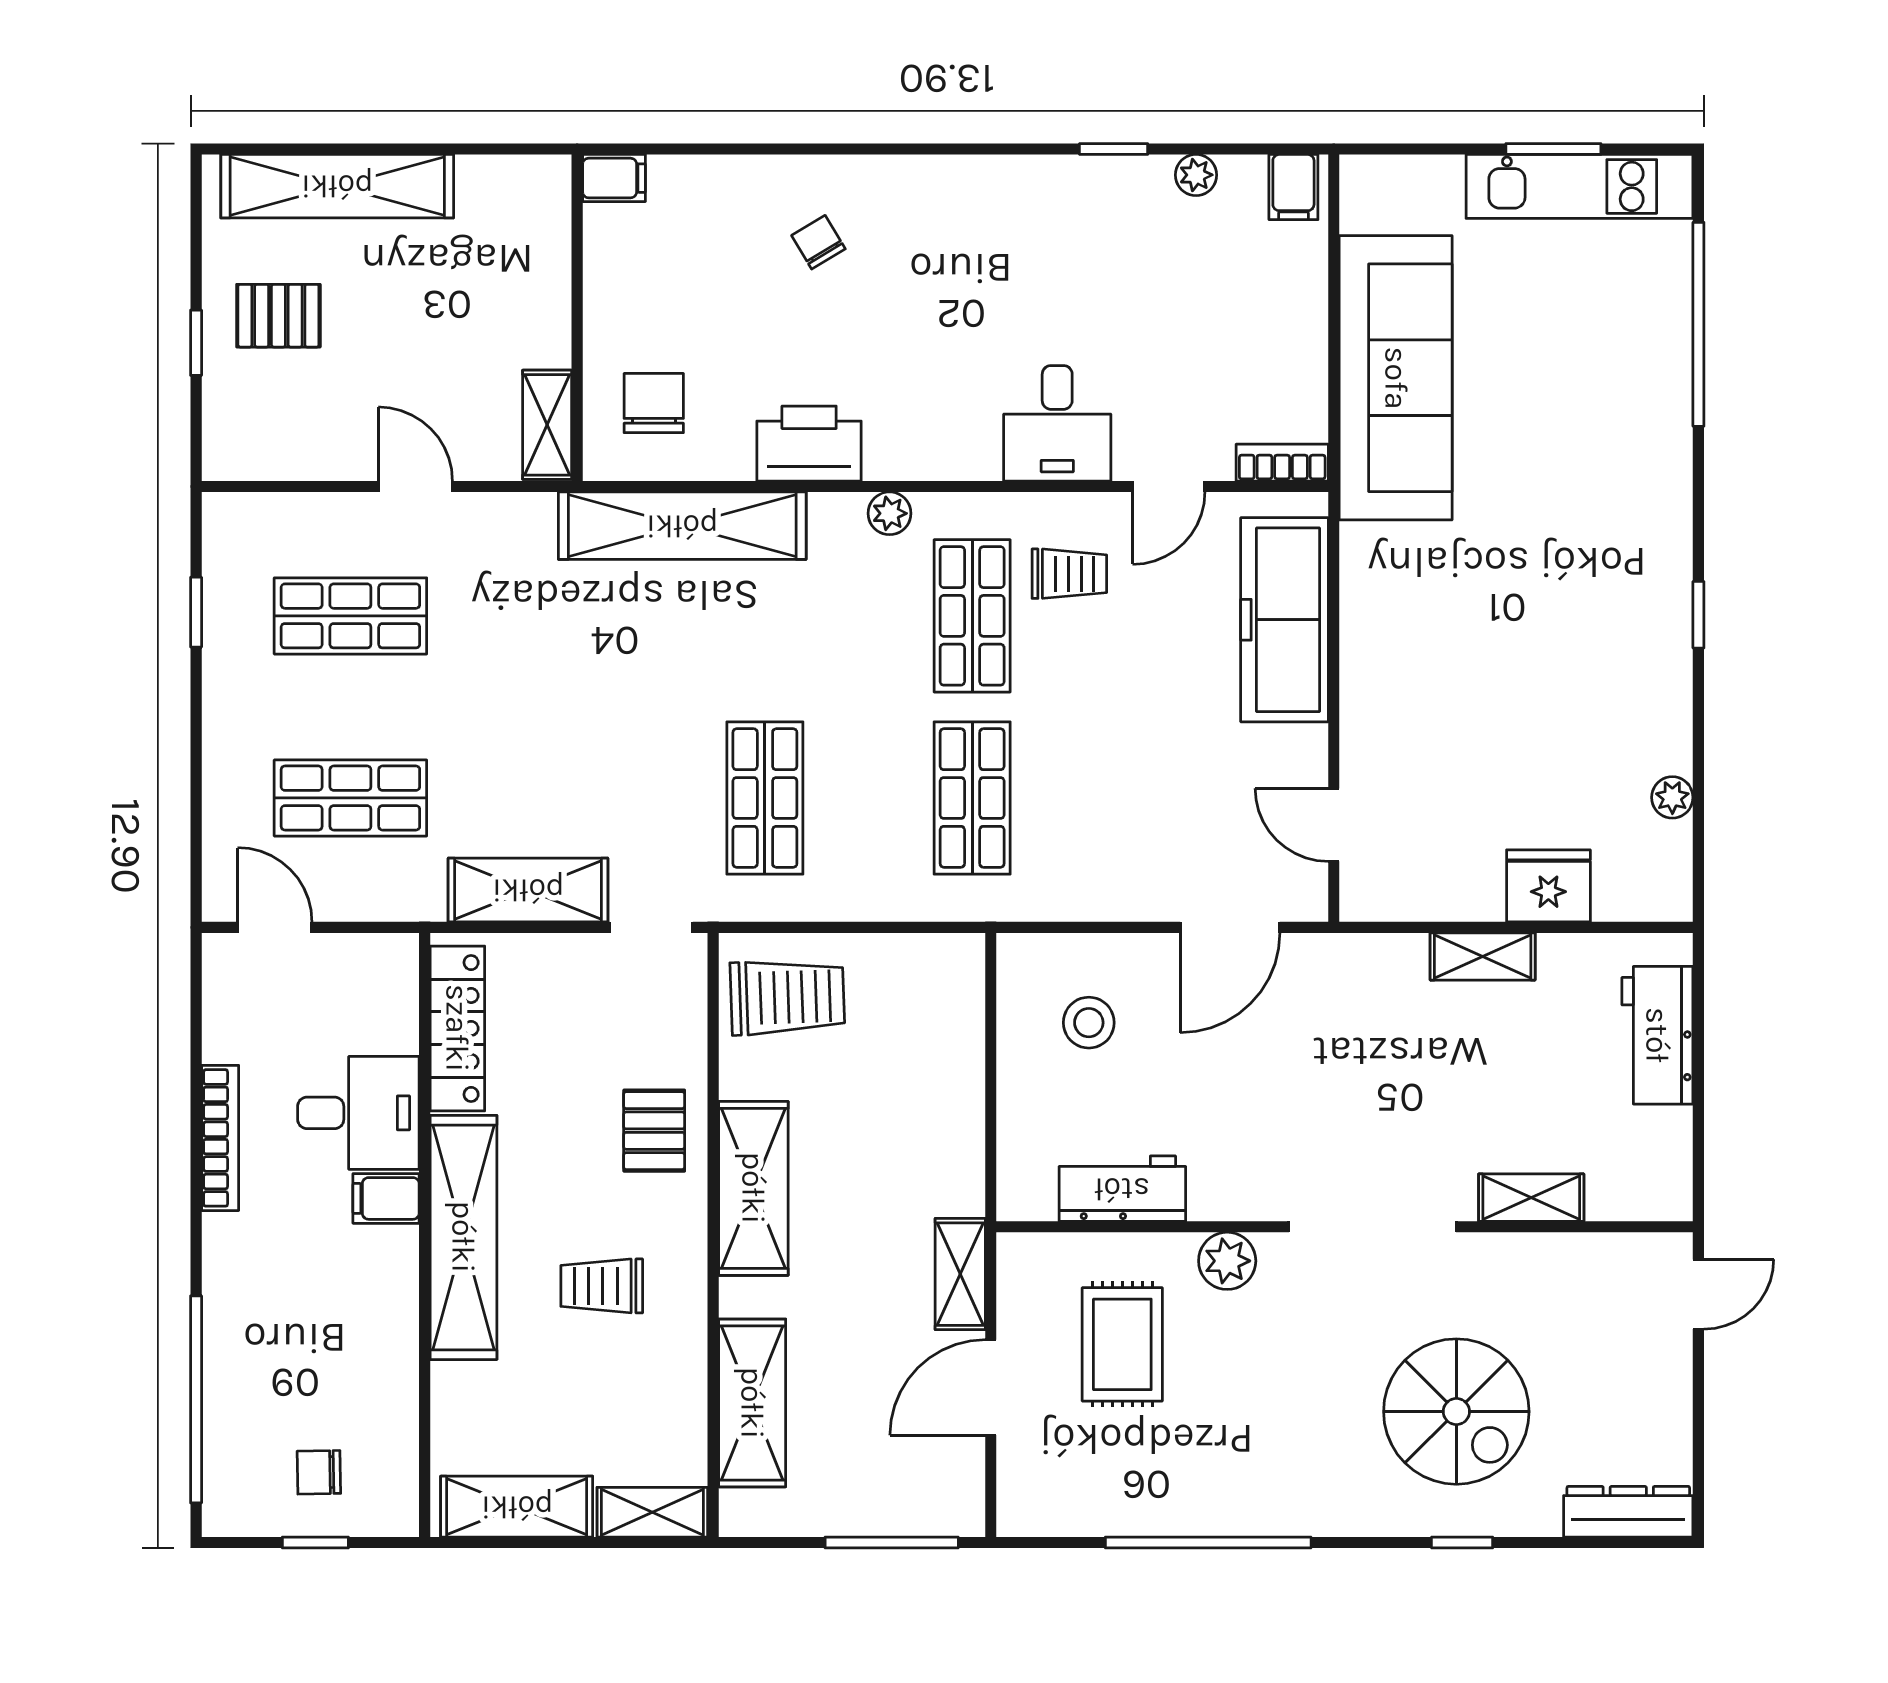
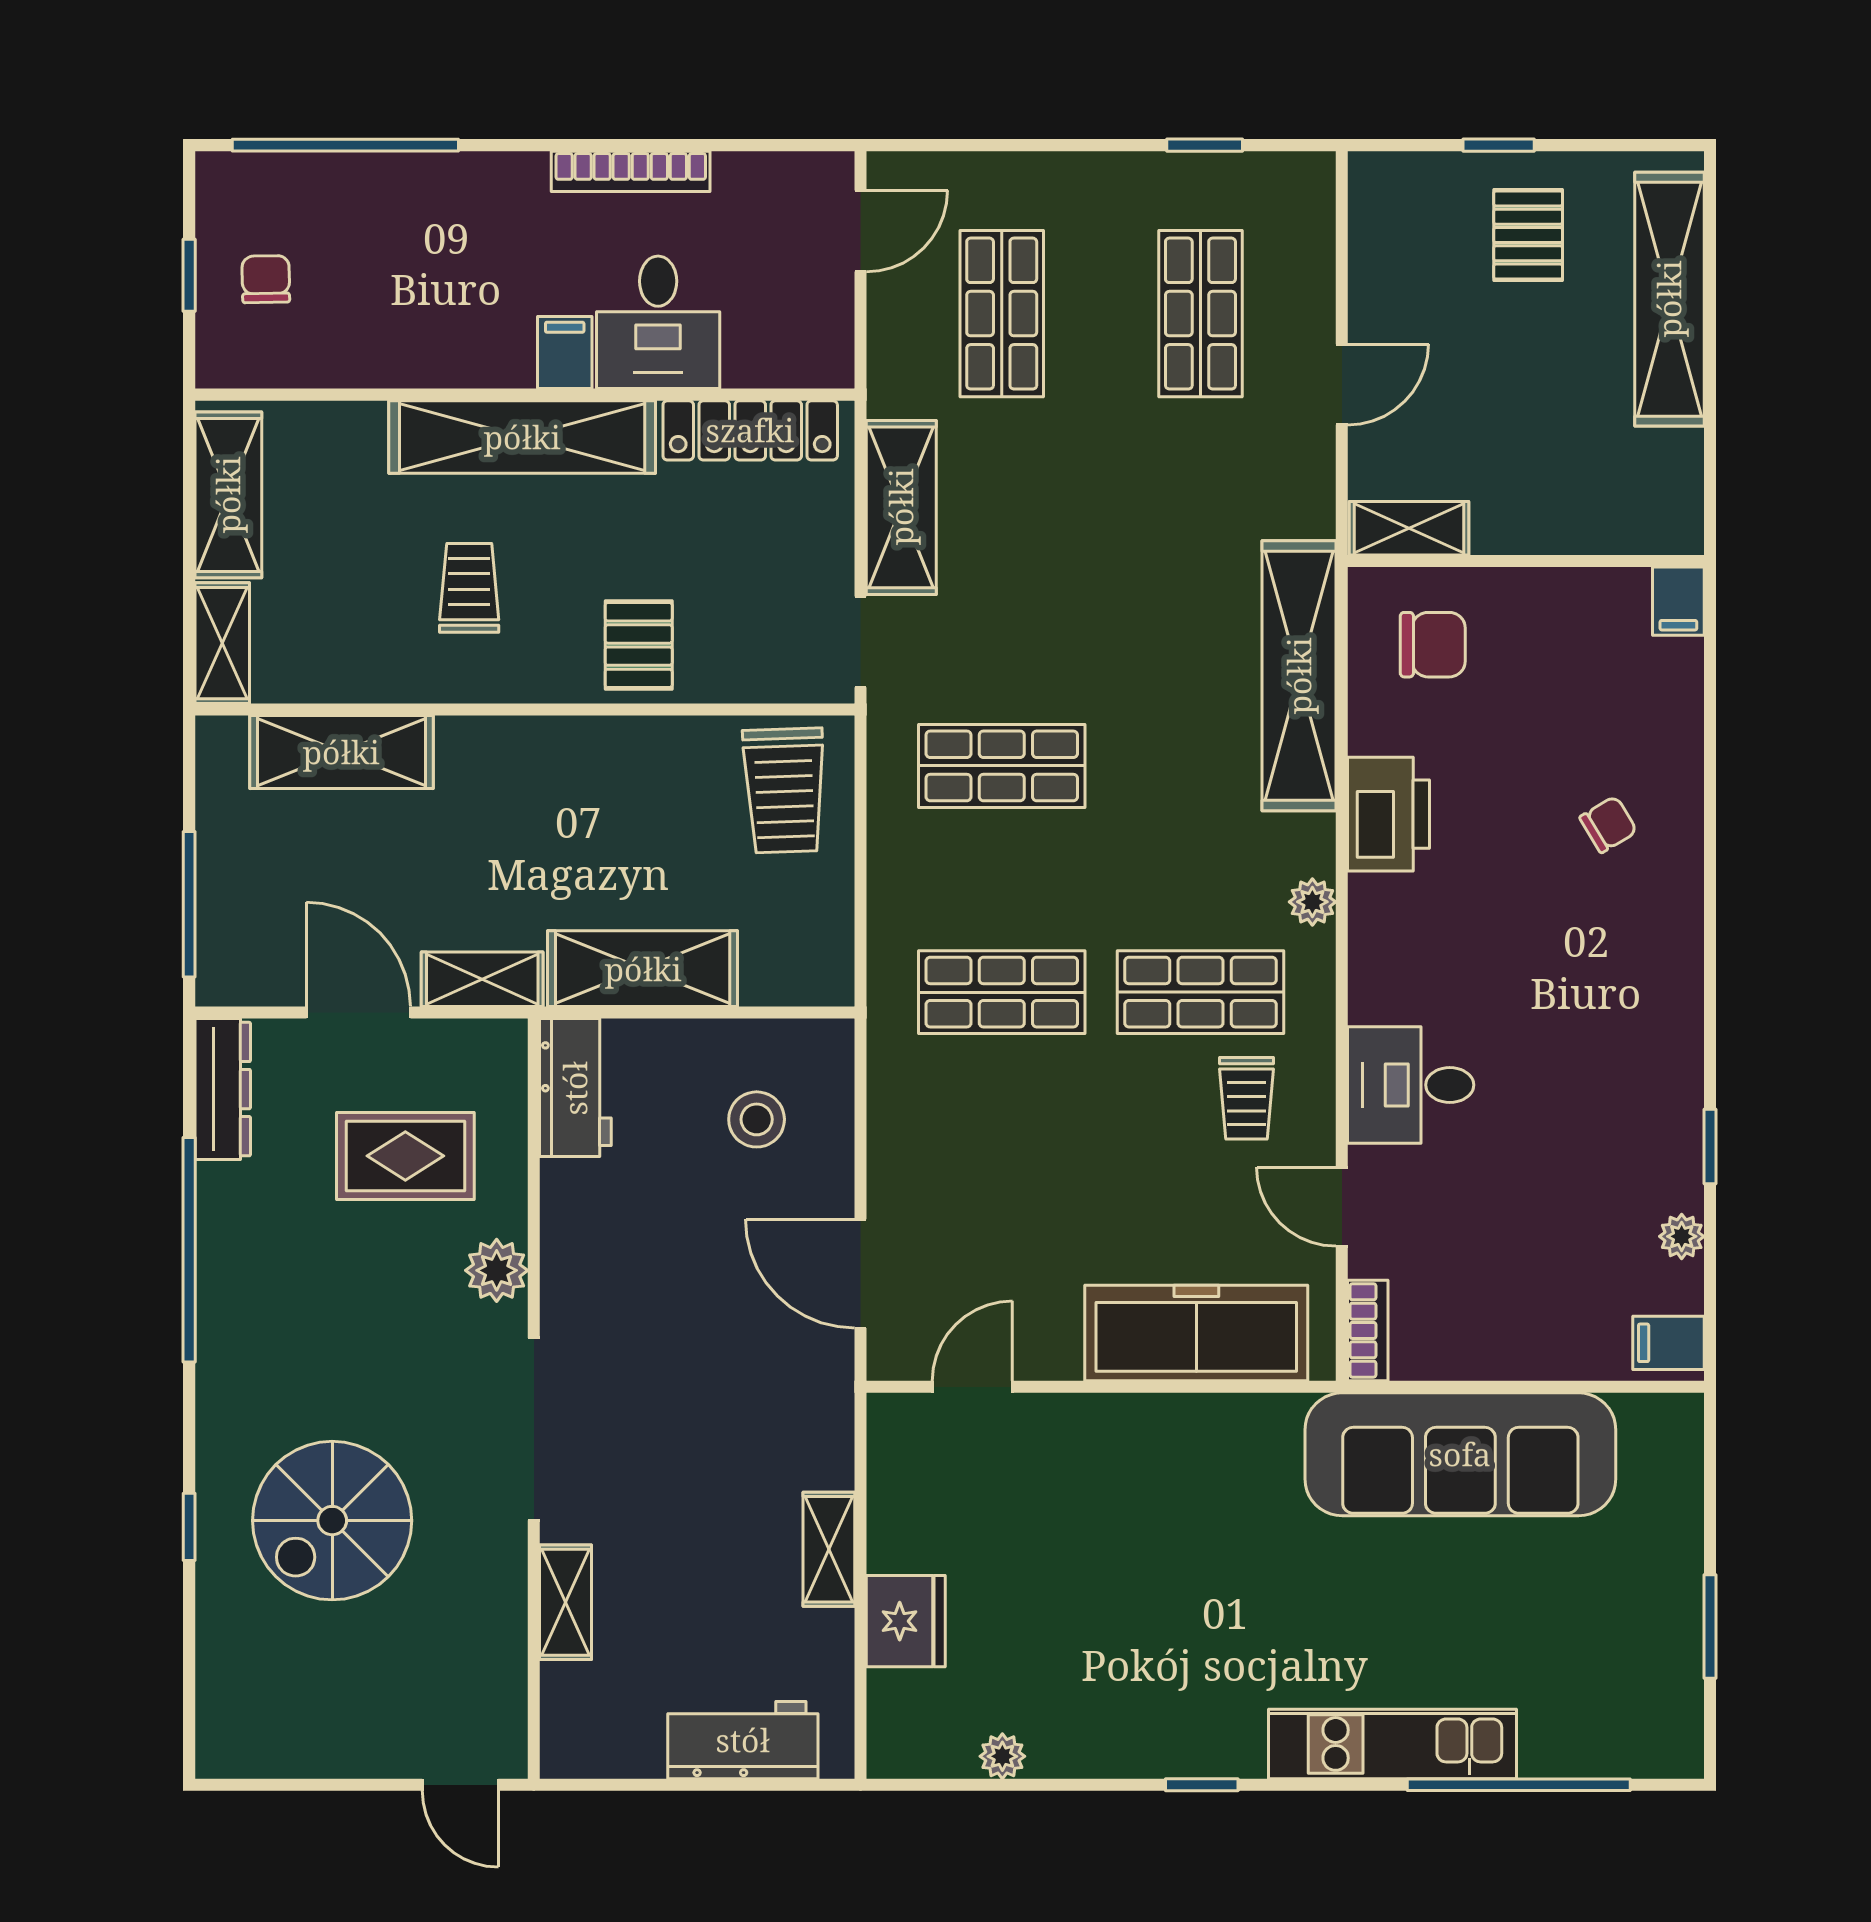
kitchen unit: (1580, 186) -> (1393, 1744), moved, turned 90
pallet: (654, 1131) -> (639, 645), turned 90
shelving: (753, 1188) -> (643, 969), moved
workbench: (1122, 1189) -> (575, 1088), moved
dresser: (1628, 1512) -> (223, 1089), moved

